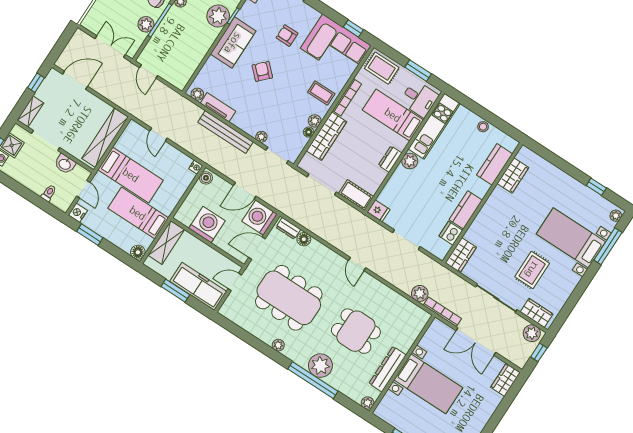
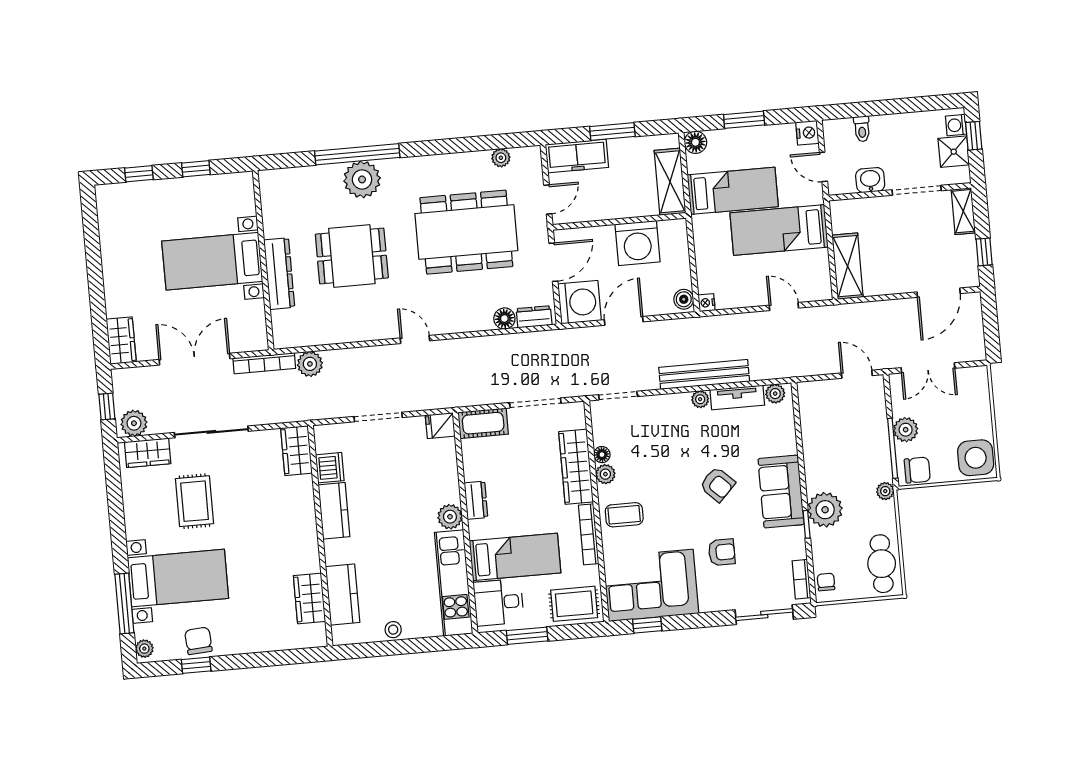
plant: (261, 137) -> (700, 399), moved
shelving: (105, 138) -> (848, 266), width x0.68
chair: (586, 198) -> (198, 641), added
window: (90, 235) -> (744, 120), moved
freezer: (198, 286) -> (577, 156), width x0.73, depth x0.79
plant: (278, 345) -> (501, 158), moved
dresser: (388, 369) -> (279, 274), moved
plant: (368, 403) -> (268, 179), removed

